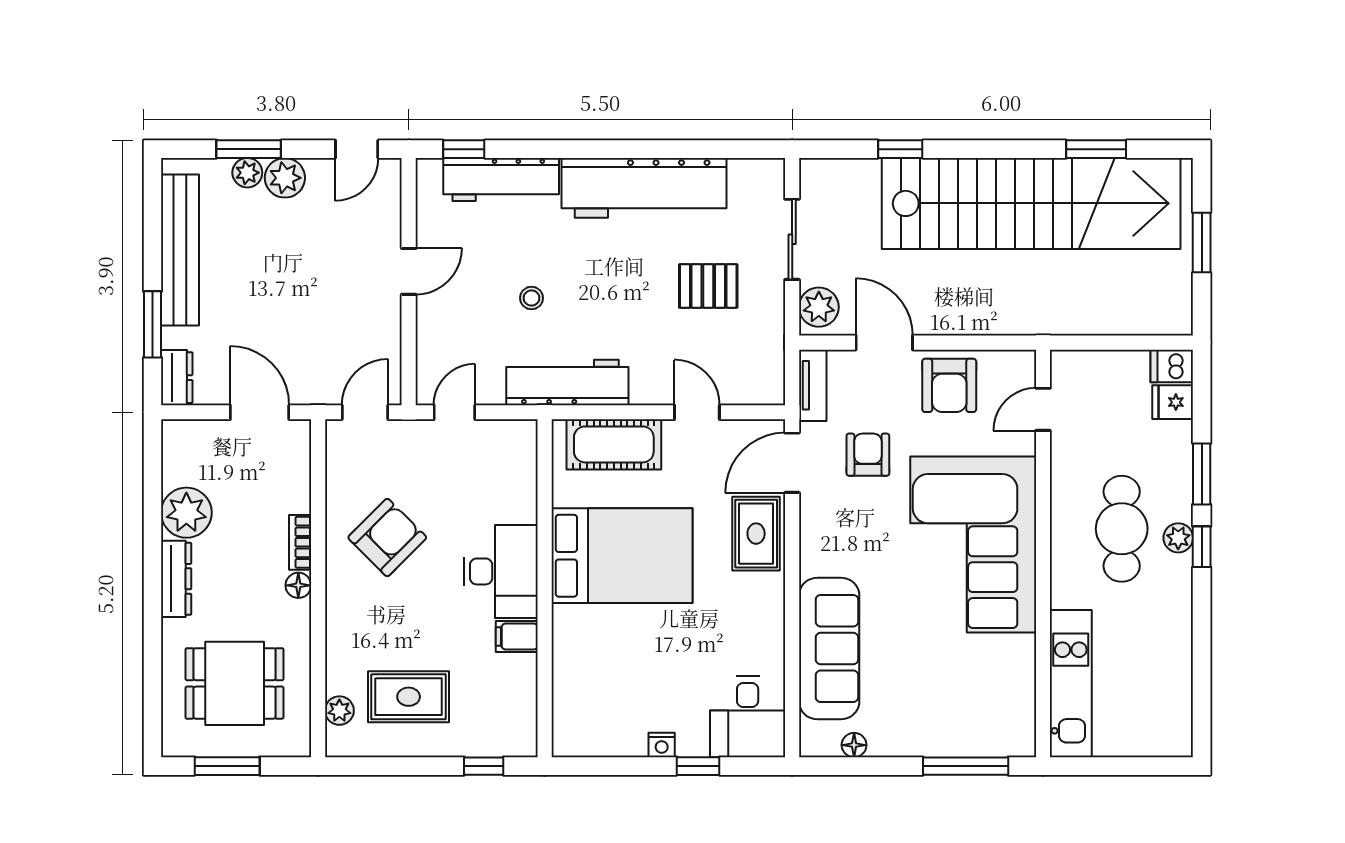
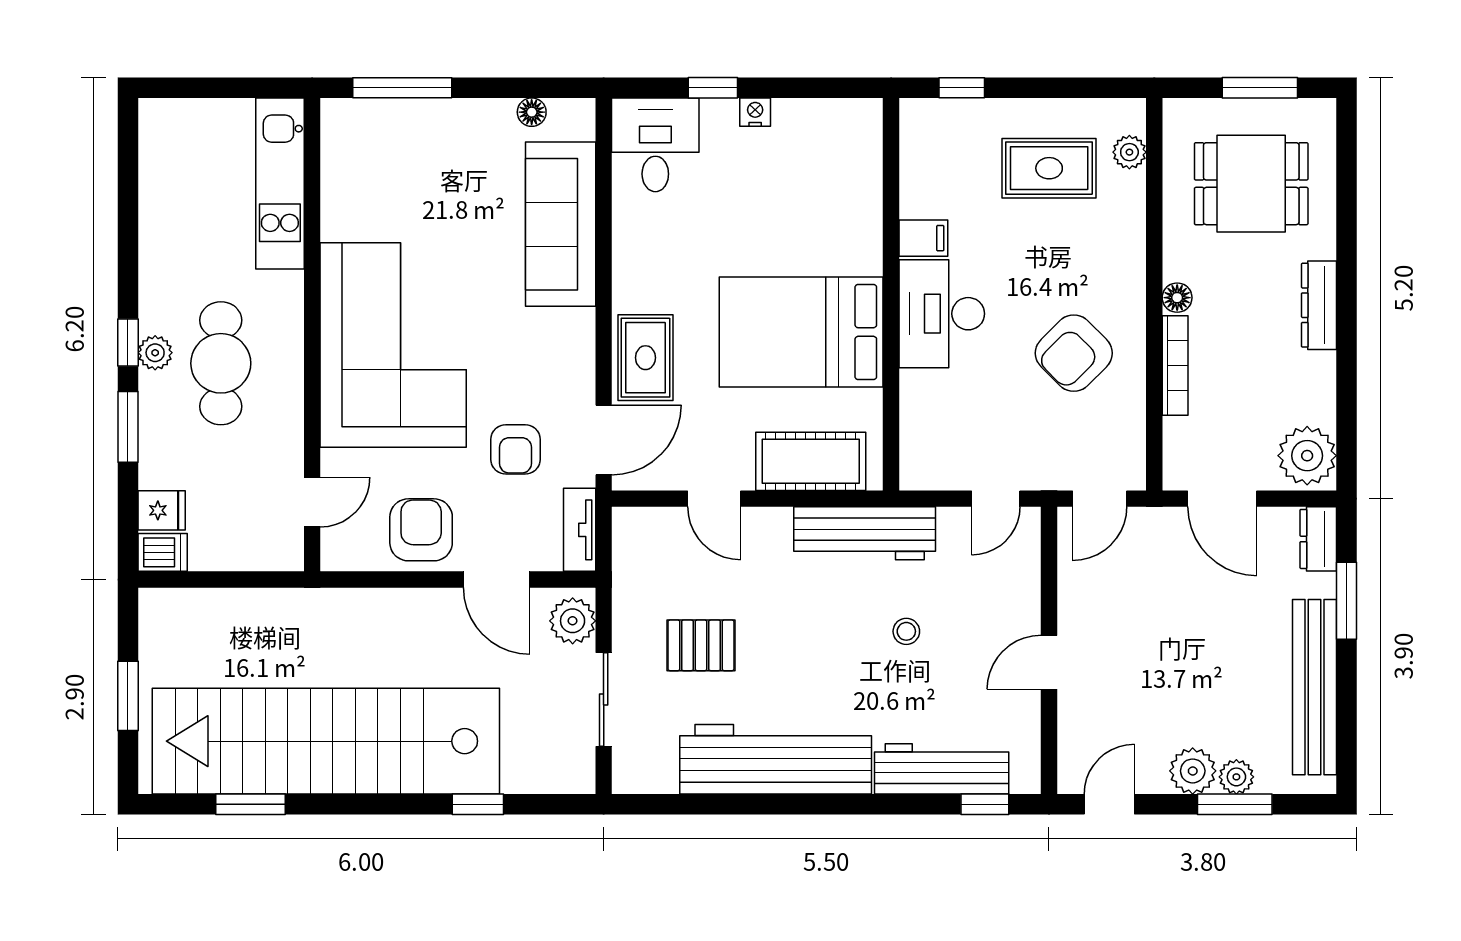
plant: (186, 513) -> (1307, 456), moved
bookcase: (300, 542) -> (1175, 366), width x1.56

